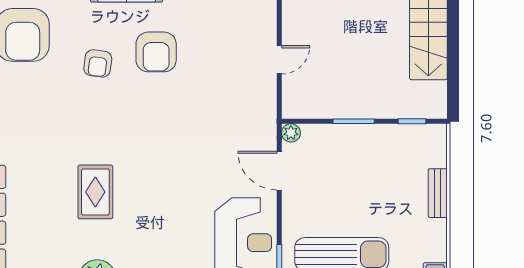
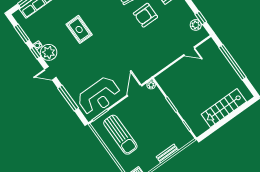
door: (279, 60) -> (189, 51), moved
rug: (95, 192) -> (79, 29), turned 90

